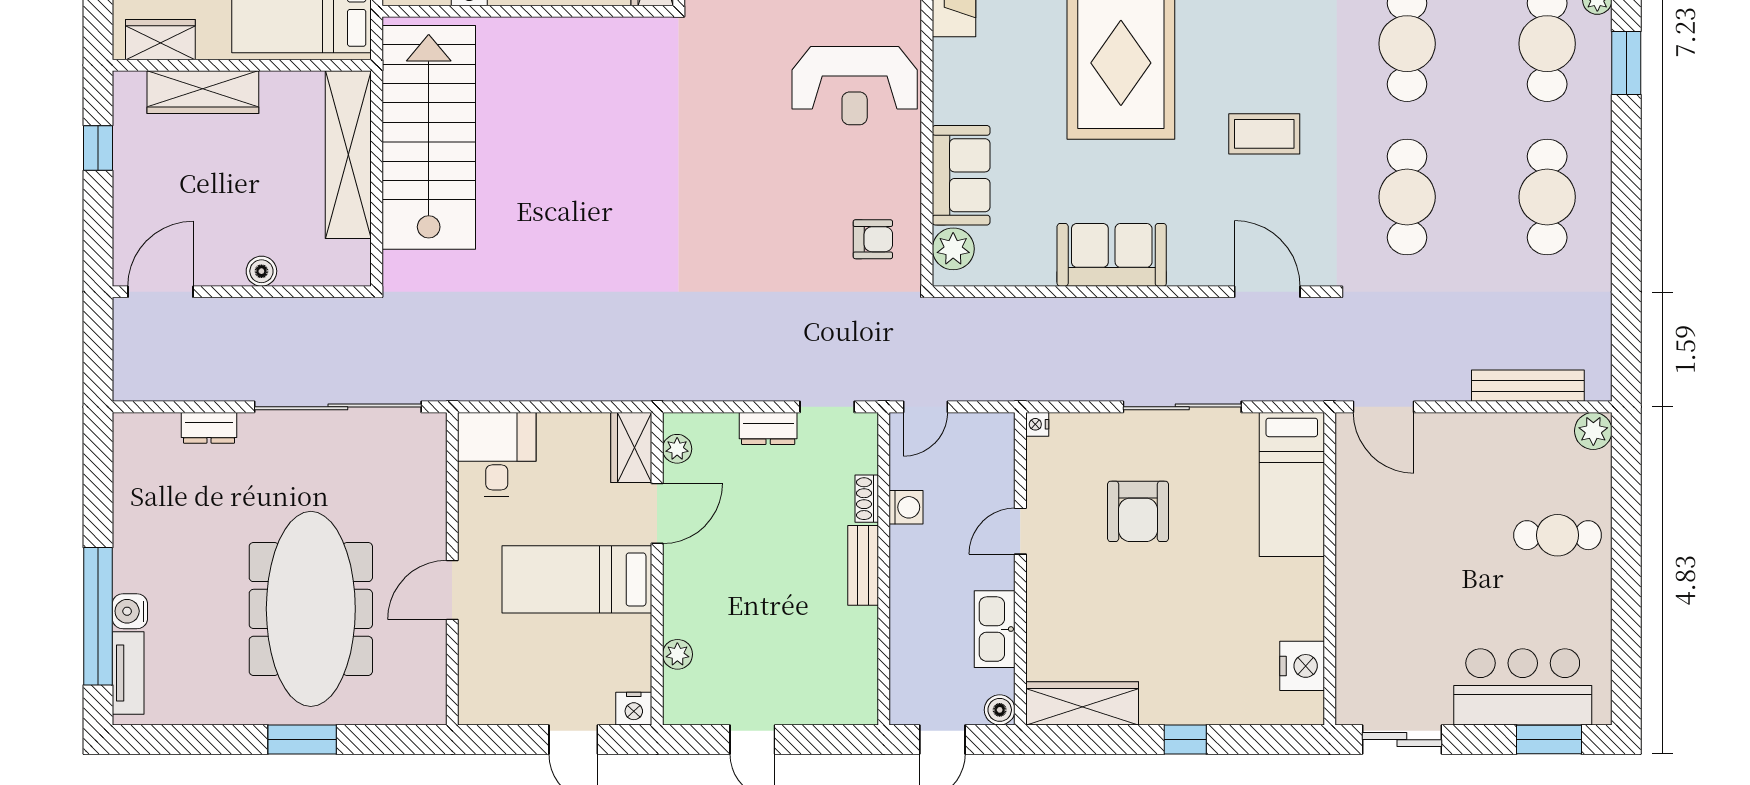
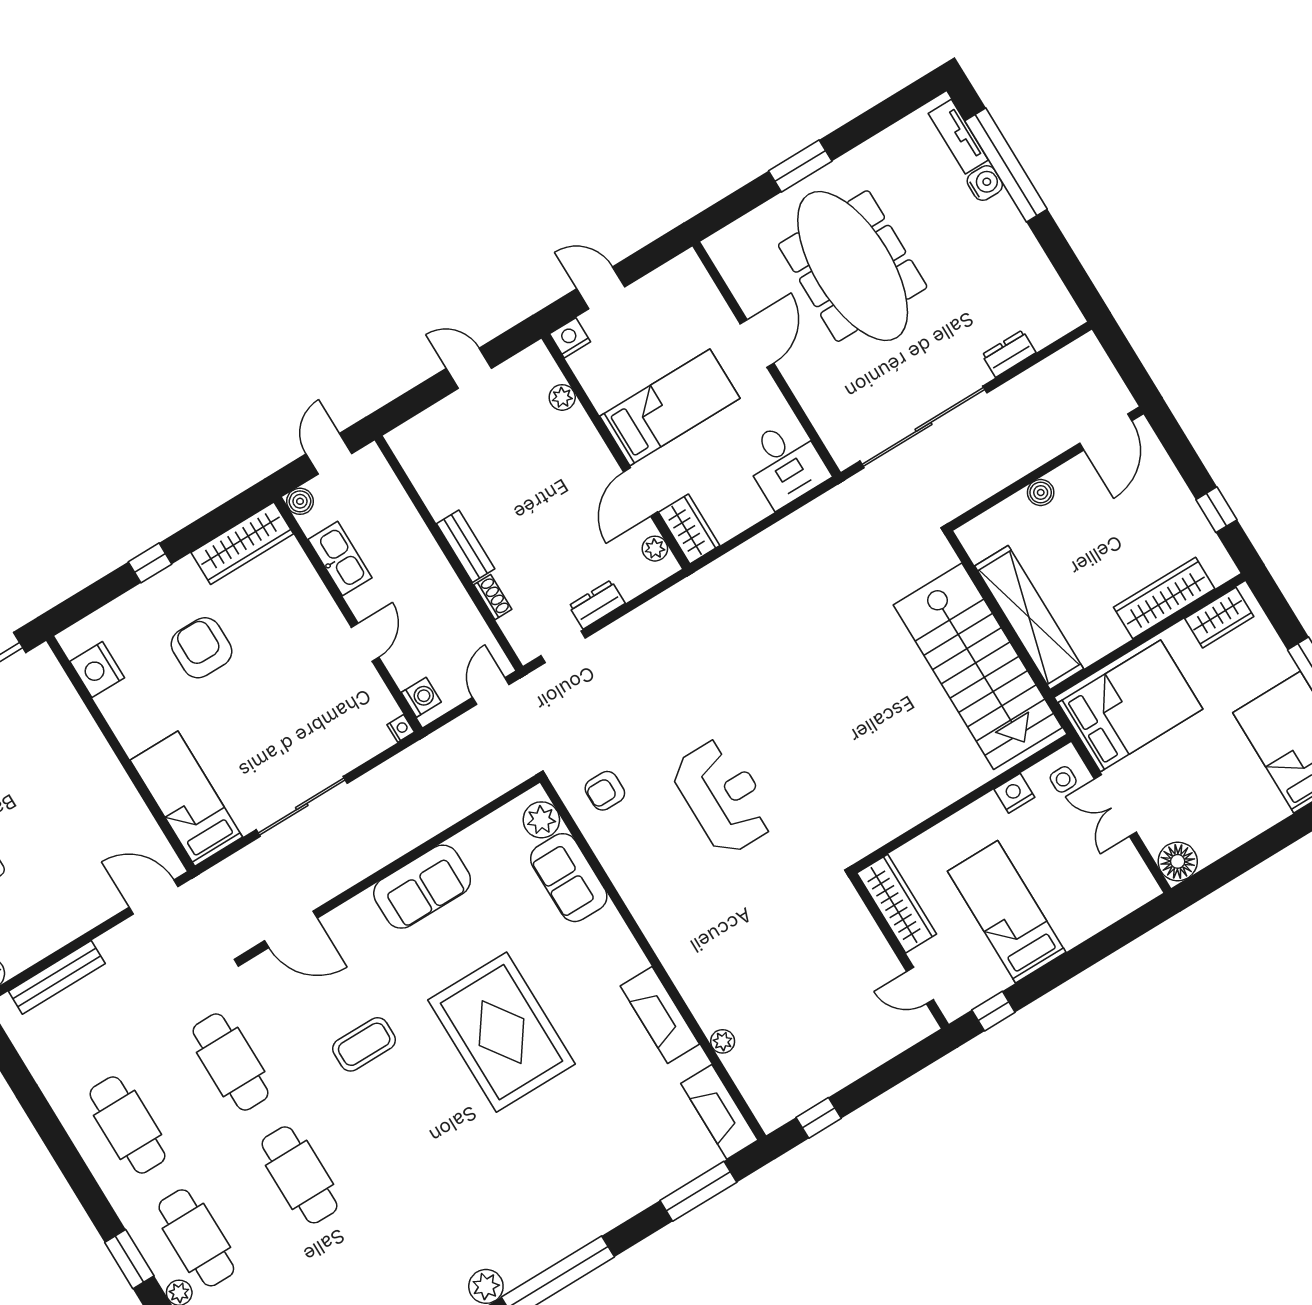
reception desk: (855, 86) -> (723, 796), moved, turned 90
washing machine: (906, 507) -> (421, 697), moved, turned 180
armchair: (1138, 511) -> (201, 648), moved

